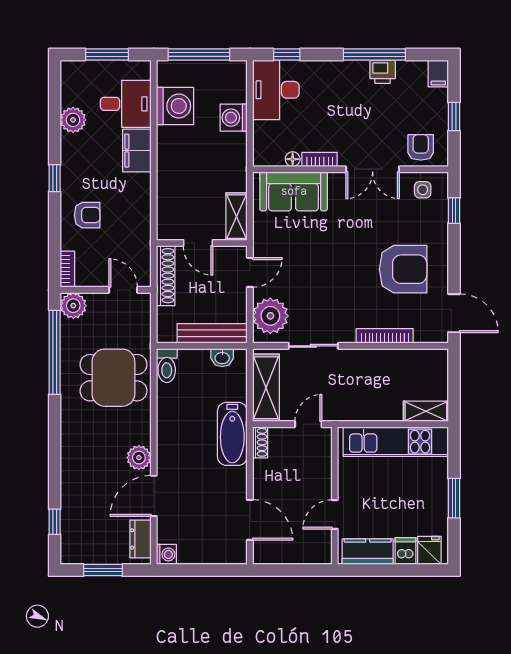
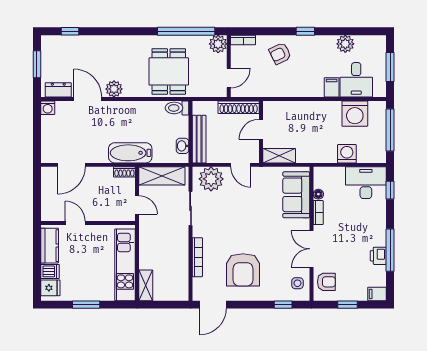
filing cabinet: (137, 151) -> (332, 87), width x0.50
armchair: (87, 215) -> (280, 53), turned 64

